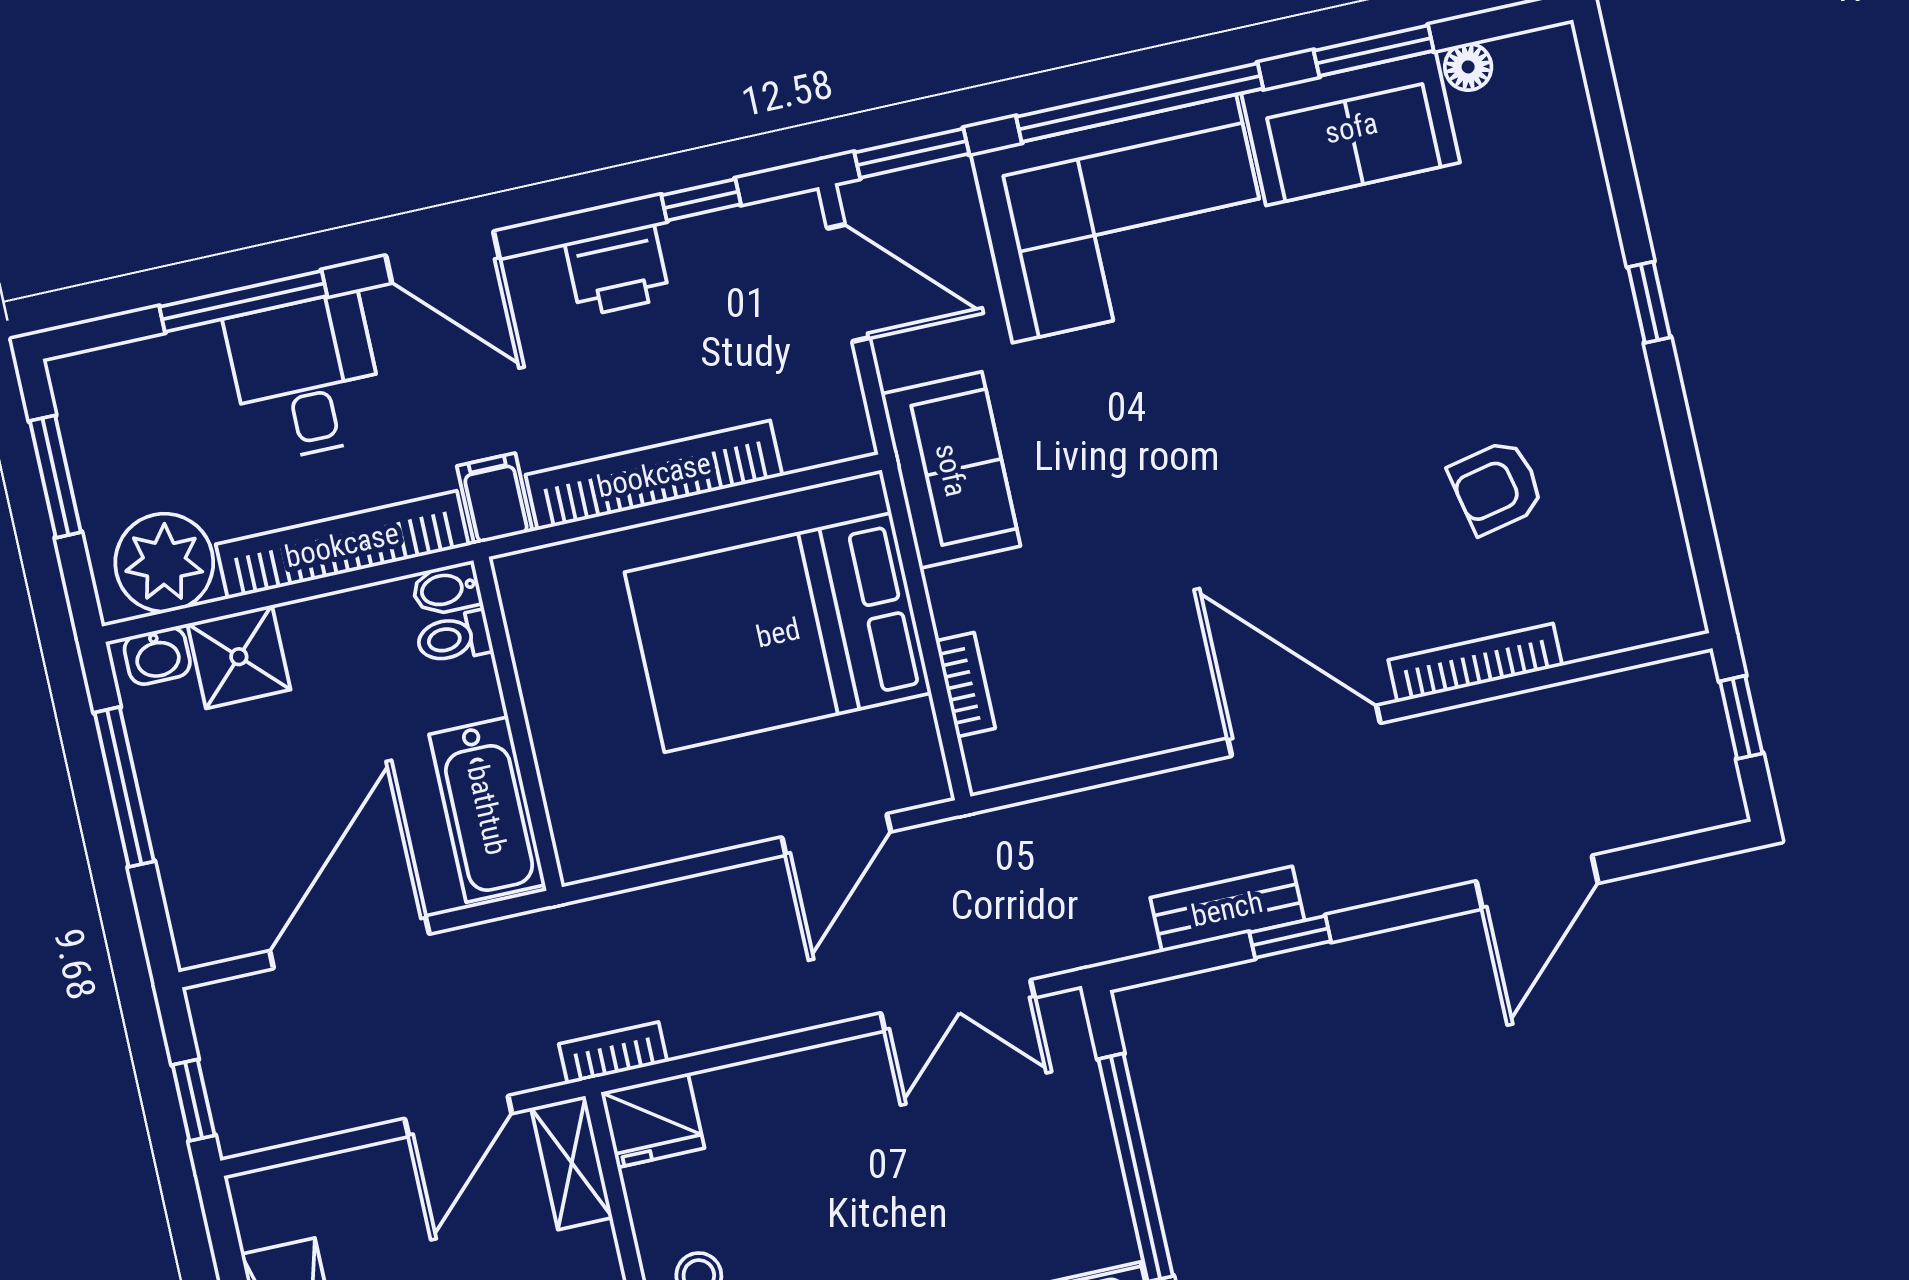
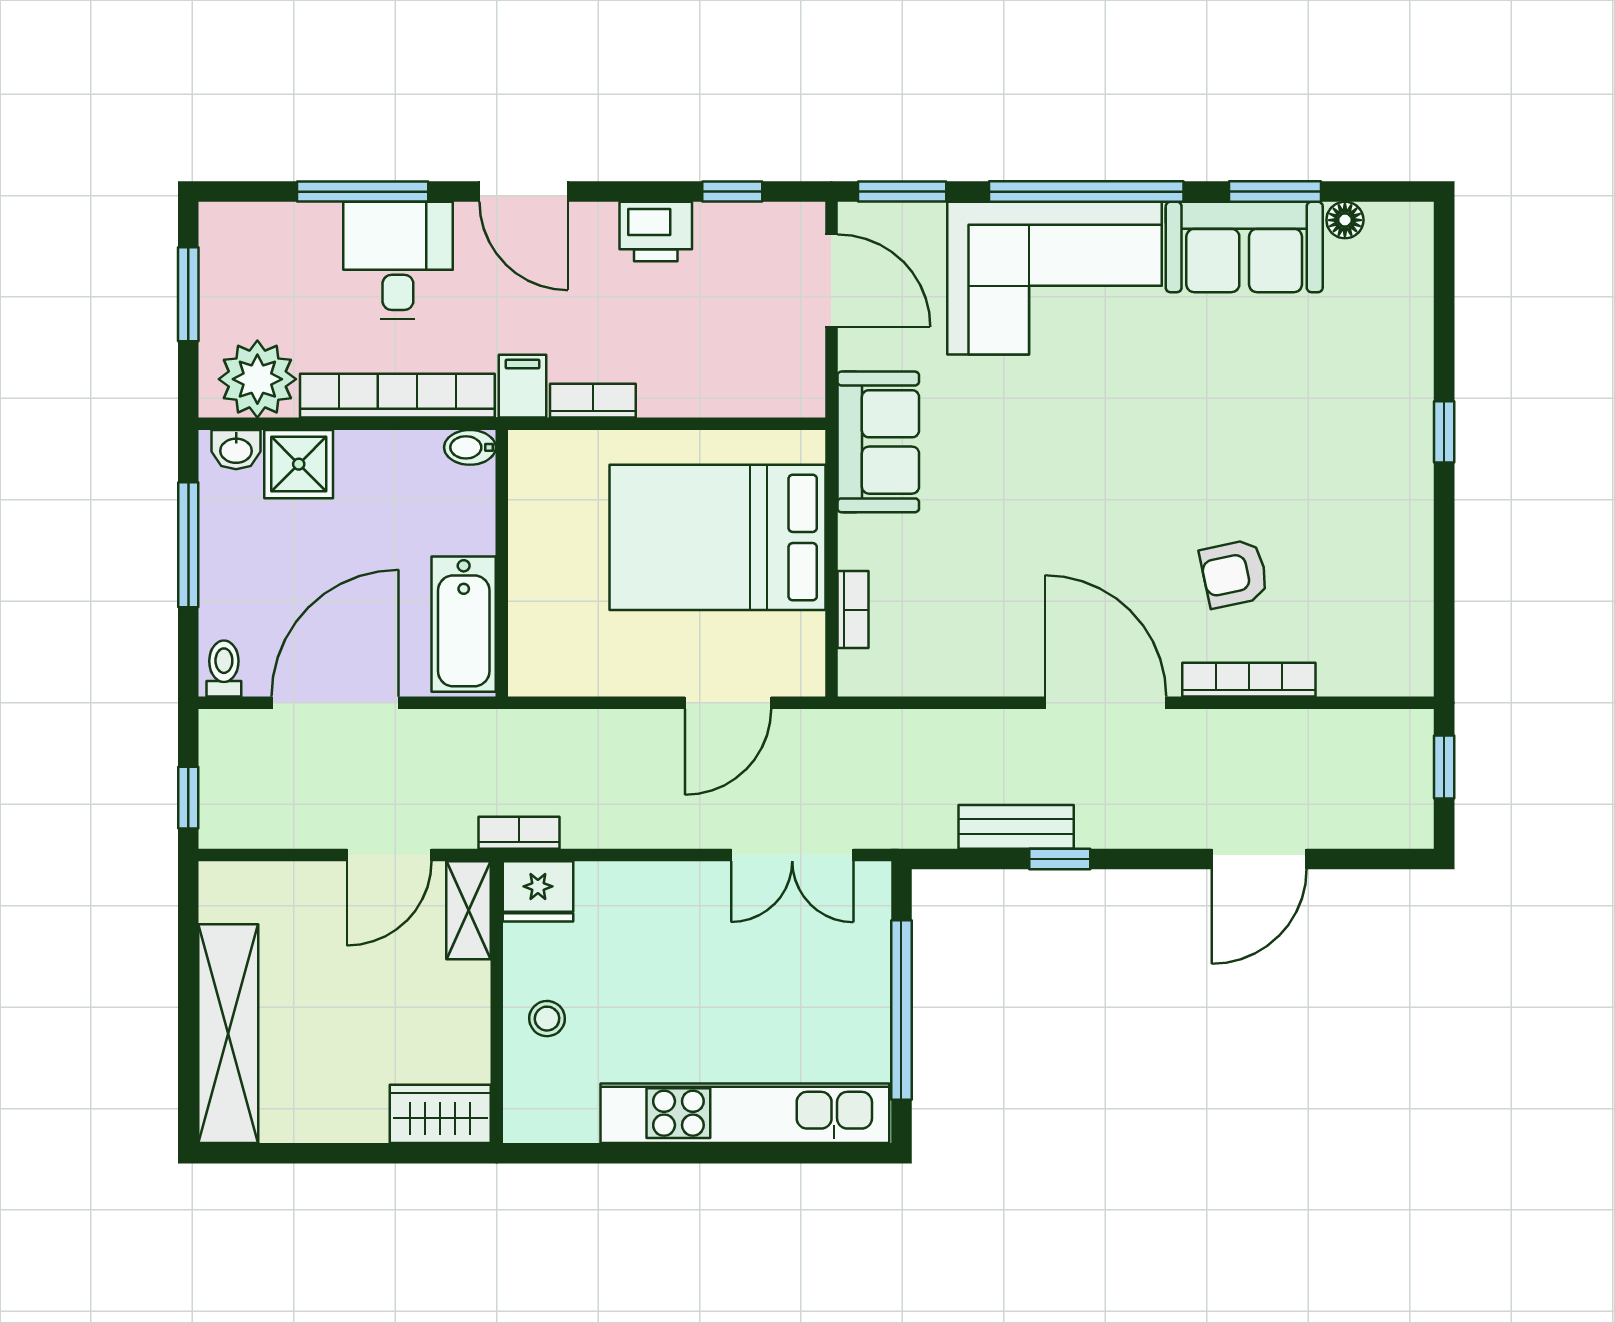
bookcase: (654, 475) -> (593, 401), width x0.43, depth x0.76
armchair: (1496, 487) -> (1234, 574), moved
toilet: (454, 638) -> (224, 669), moved, turned 90

